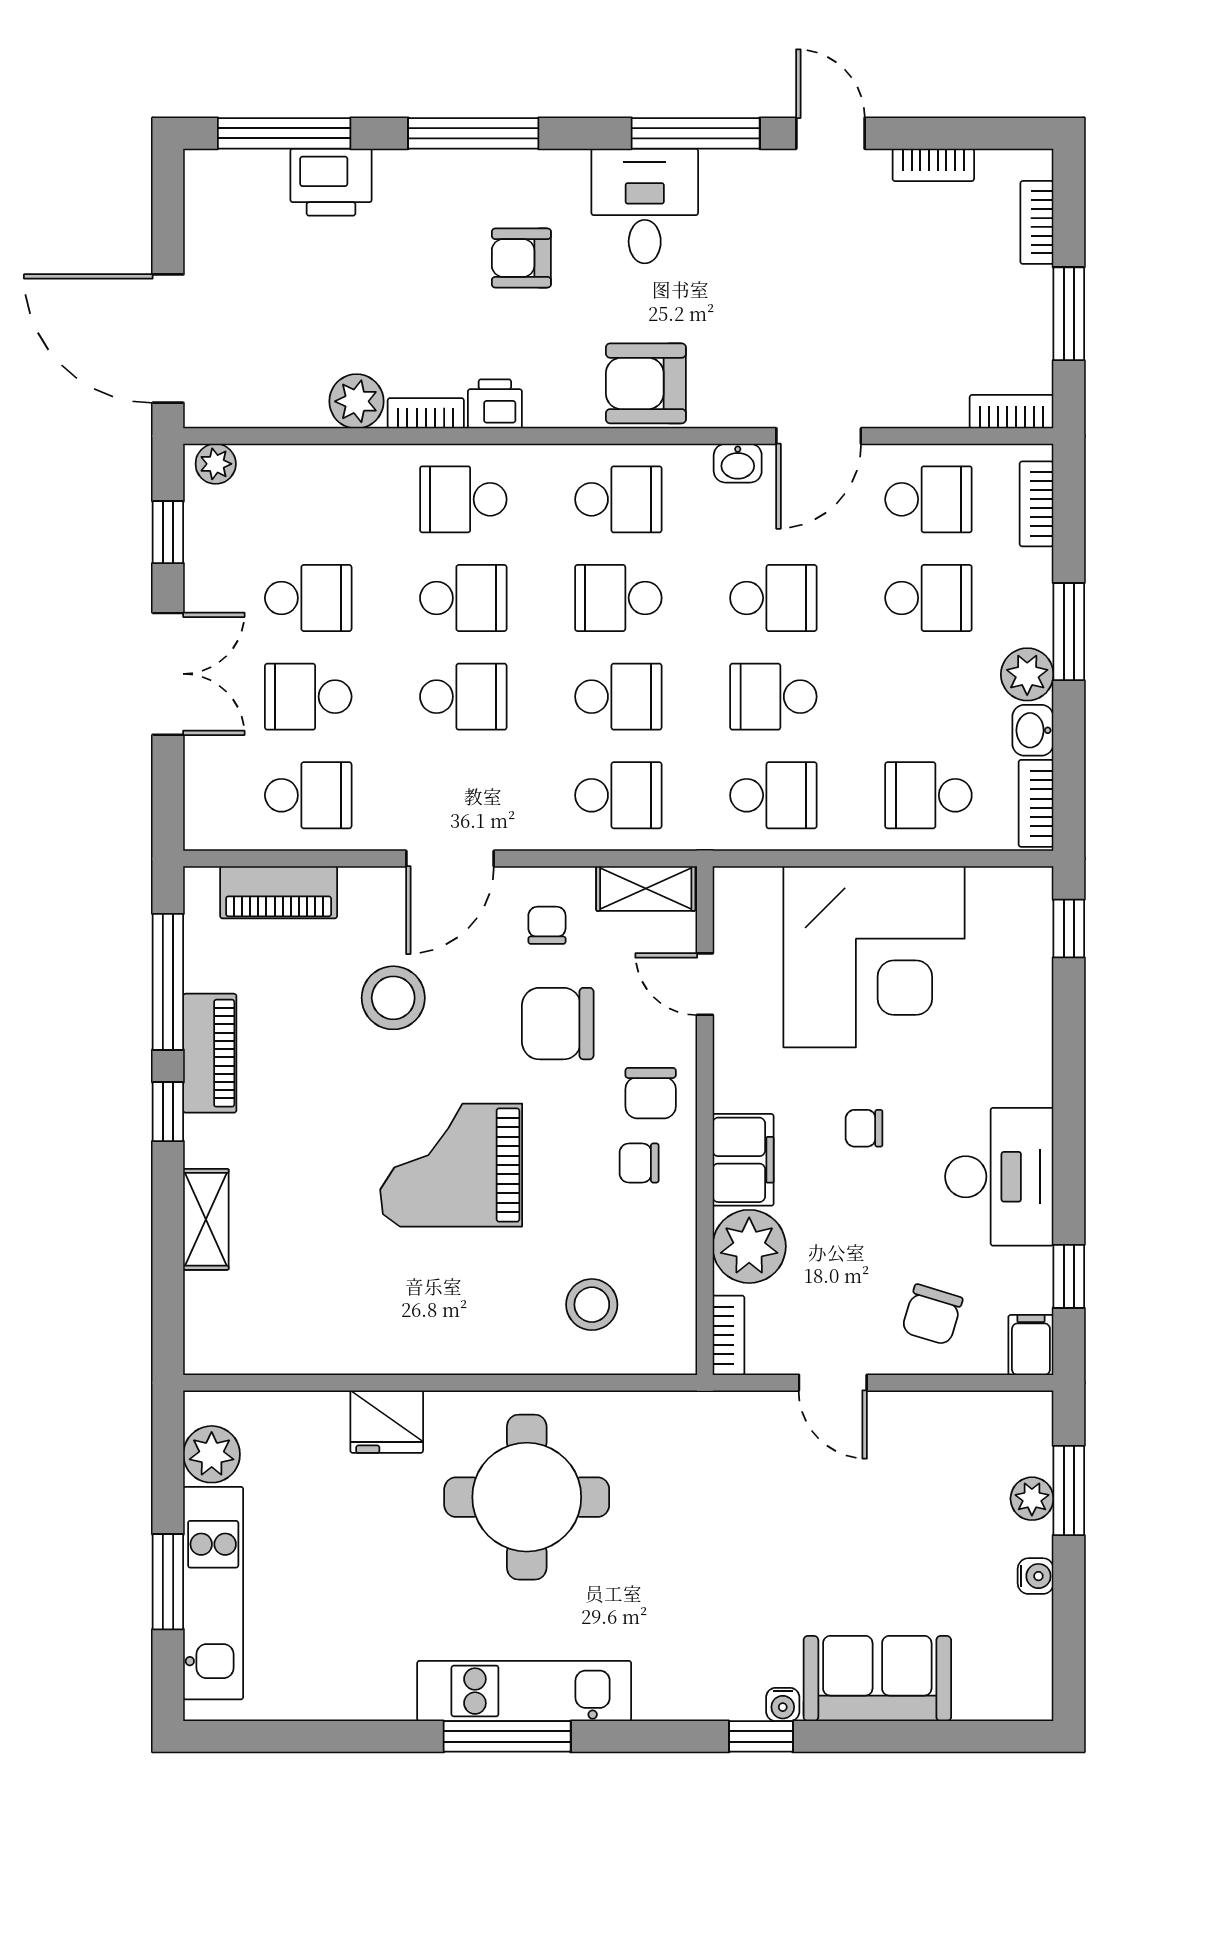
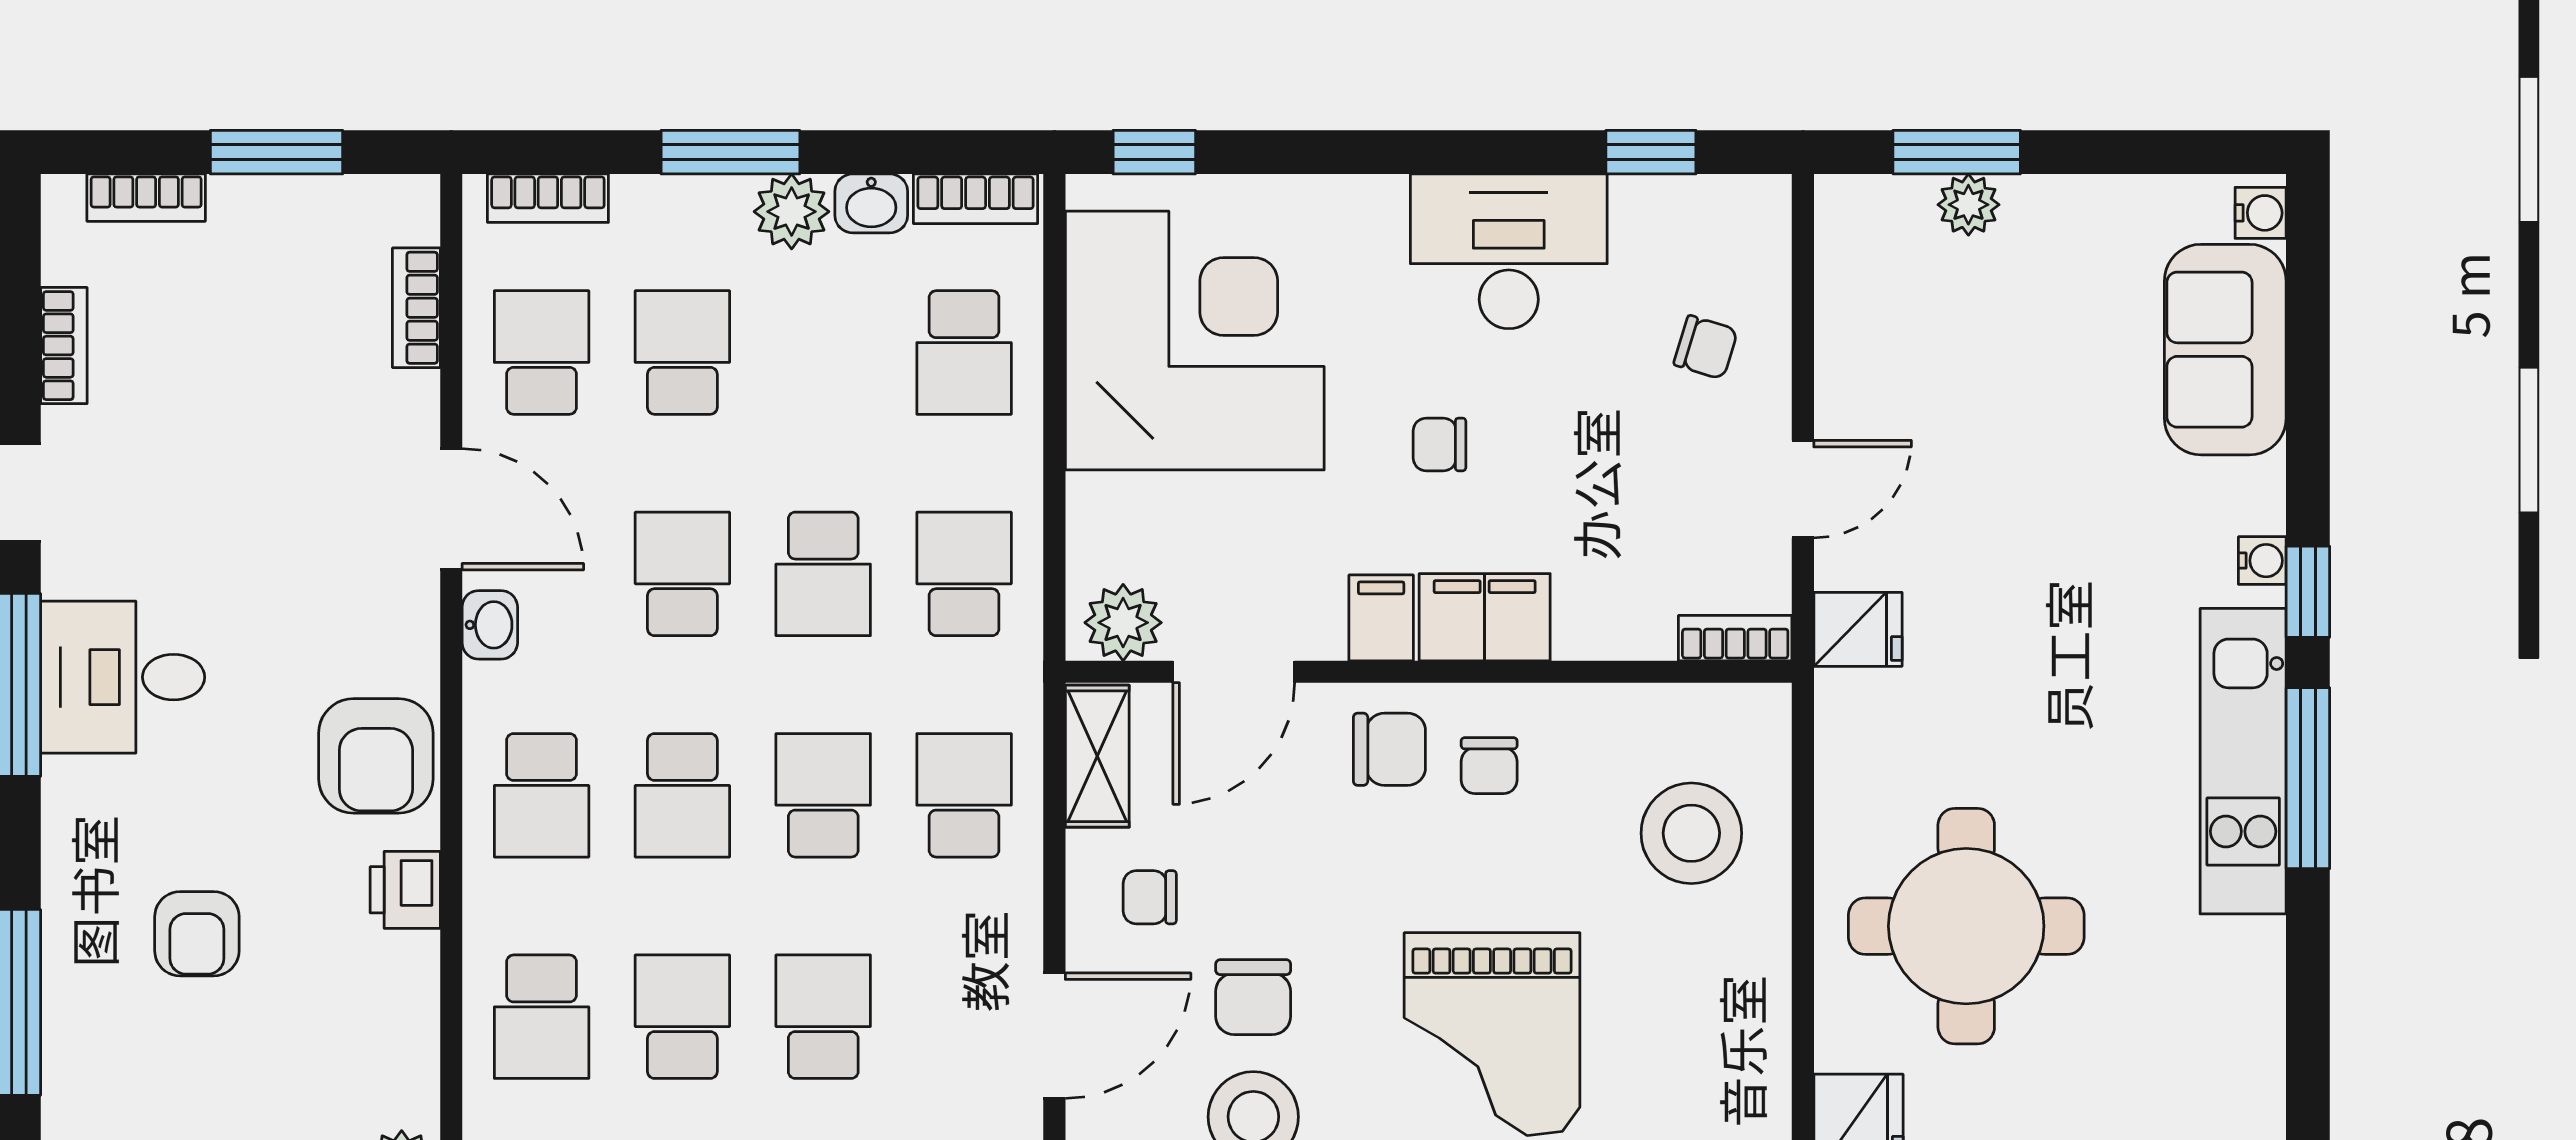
desk: (645, 206) -> (123, 677), moved
printer: (495, 404) -> (405, 890), moved
bookcase: (1012, 412) -> (416, 308), moved
bookcase: (426, 413) -> (419, 1070), removed
school desk: (618, 499) -> (542, 795), turned 180
door: (450, 859) -> (1054, 1036), hinge flipped
corner desk: (874, 957) -> (1195, 341), moved
door: (705, 984) -> (1234, 672), width x1.38
chair: (558, 1024) -> (1253, 997), moved, width x0.73, depth x0.73
chair: (864, 1128) -> (1440, 444), turned 90
plant: (749, 1246) -> (1123, 623), moved, width x0.73, depth x0.73
stool: (592, 1305) -> (1691, 833), width x1.38, depth x1.38
chair: (932, 1315) -> (1706, 347), width x0.73, depth x0.73
filing cabinet: (1031, 1345) -> (1381, 618), moved, turned 90
fridge: (735, 1421) -> (1858, 629), added
water cooler: (1036, 1576) -> (2261, 213), moved, turned 90
sofa: (877, 1679) -> (2225, 350), moved
kitchen unit: (524, 1691) -> (2243, 761), moved
window: (507, 1736) -> (2308, 778), moved

